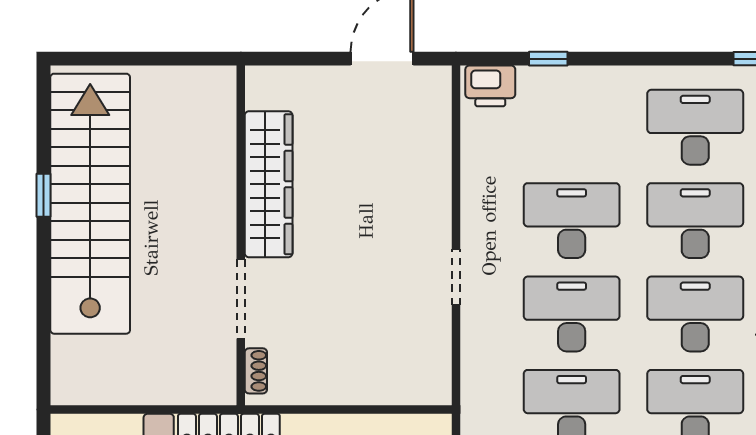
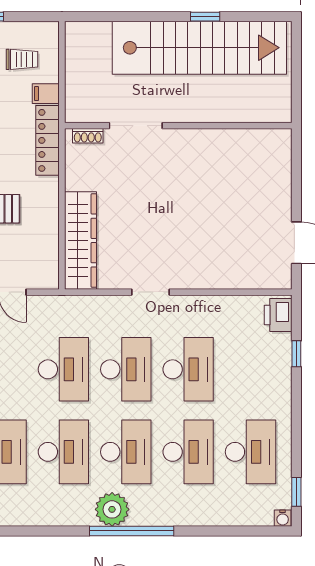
wardrobe: (269, 184) -> (80, 240), moved, turned -90
wall: (241, 235) -> (178, 126), moved
doorway: (241, 299) -> (136, 126), moved
shoe rack: (256, 371) -> (88, 136), moved

